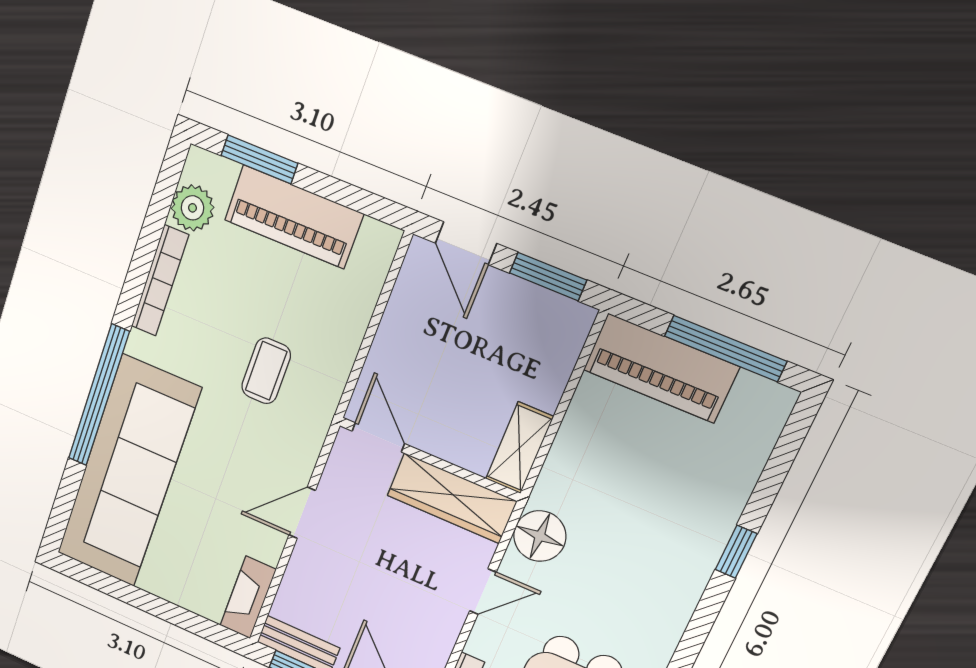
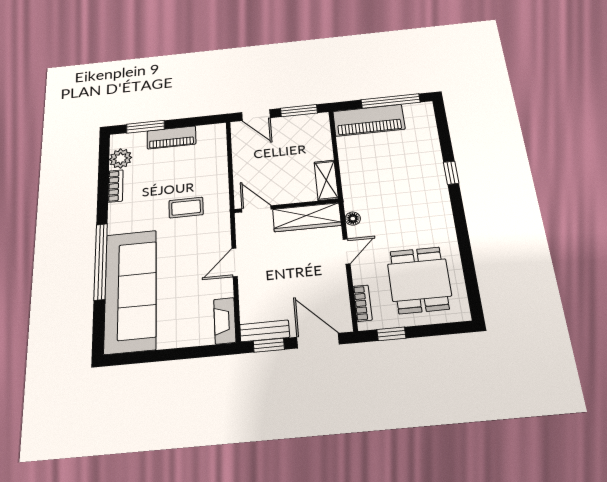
piano: (294, 217) -> (171, 137), width x0.73, depth x0.75
bookcase: (160, 281) -> (116, 186), width x0.64
coffee table: (266, 371) -> (186, 208), turned 90
floor lamp: (540, 536) -> (353, 219), width x0.53, depth x0.53

